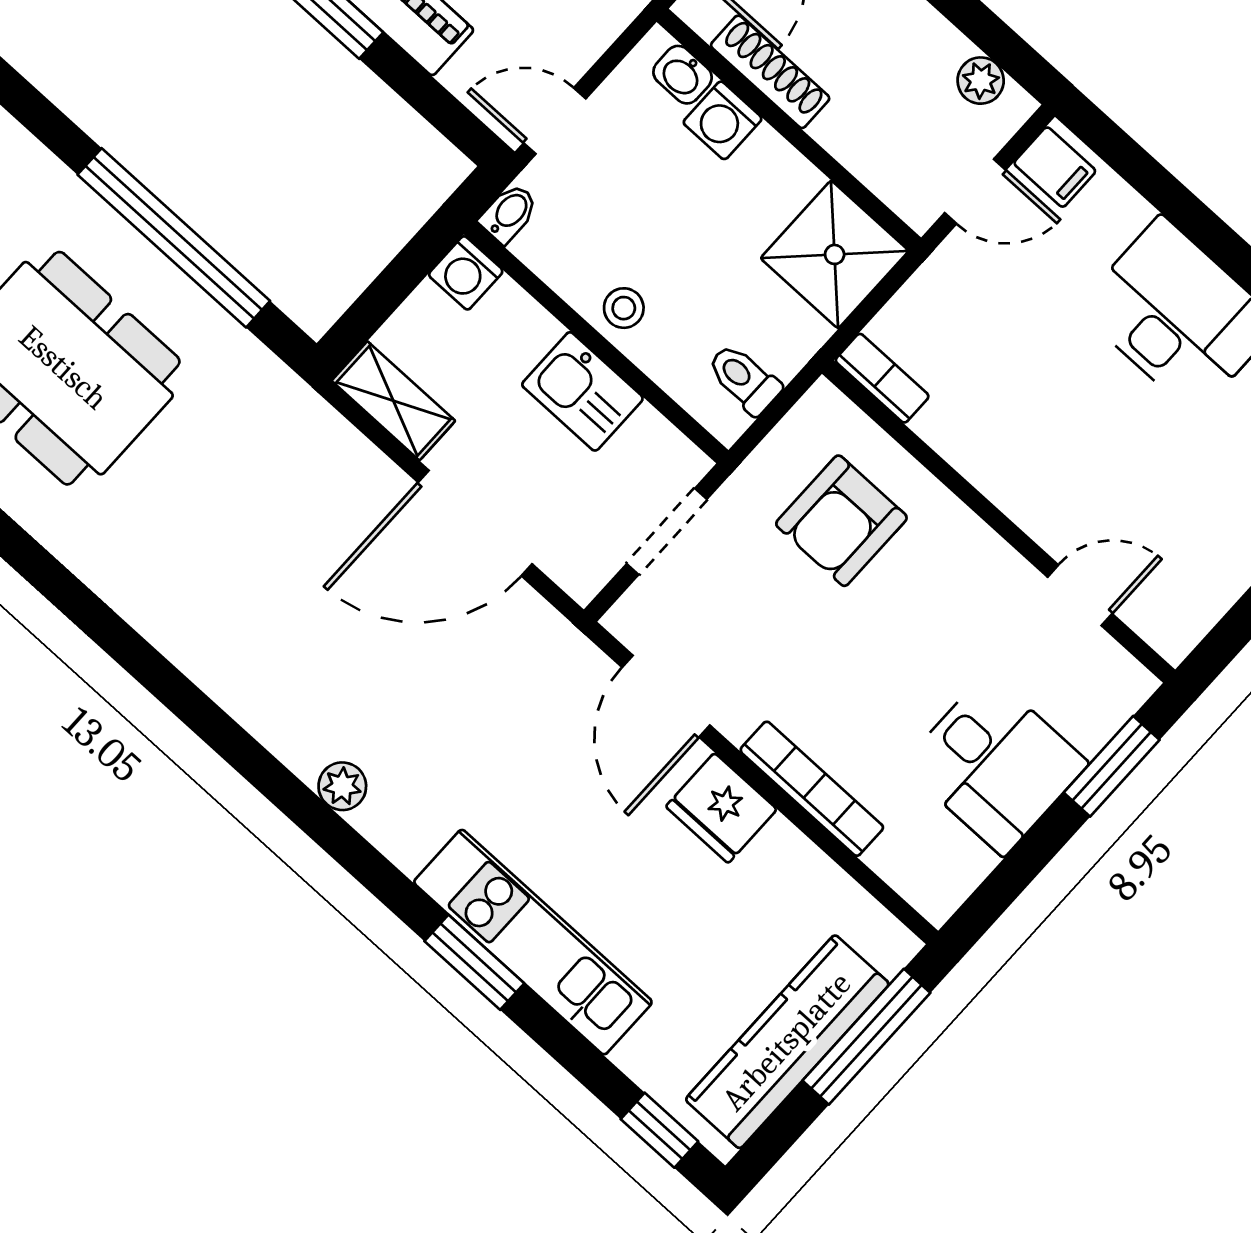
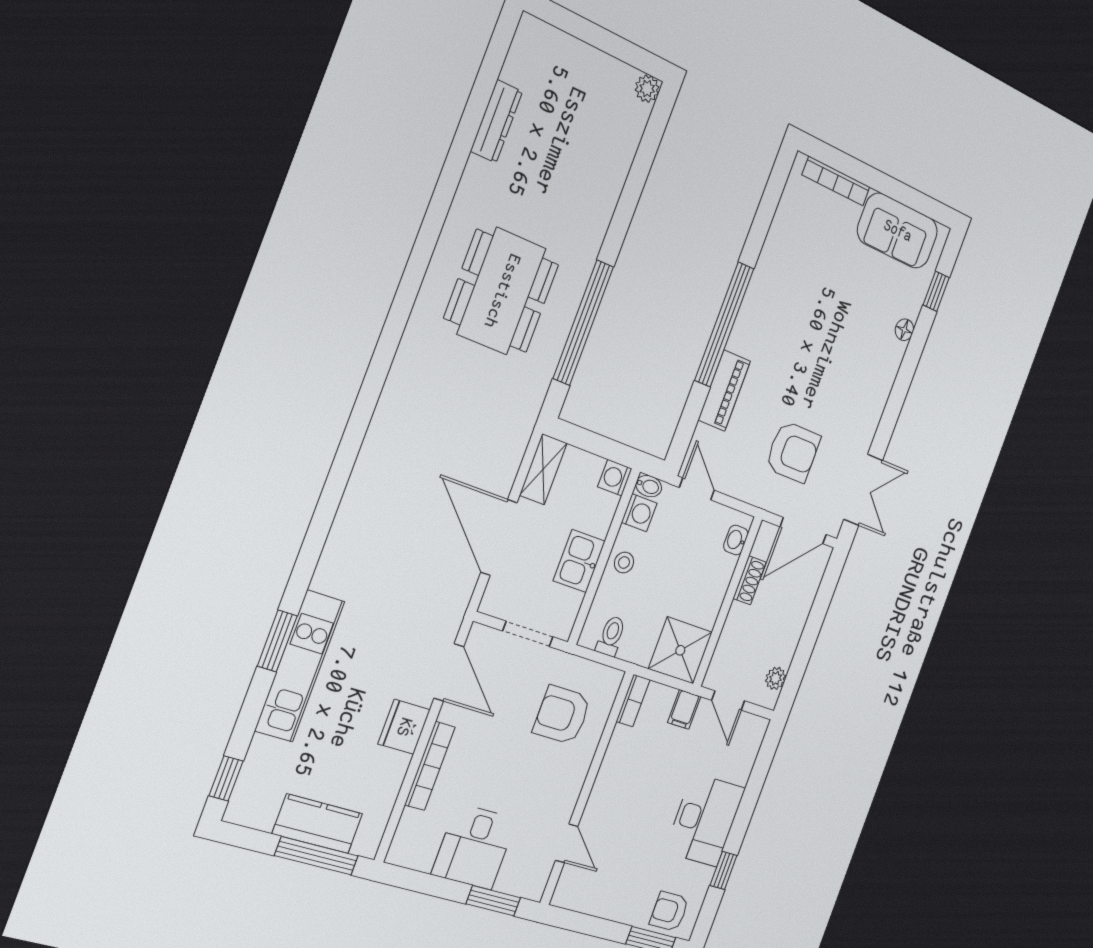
shoe rack: (770, 72) -> (750, 580), width x0.70
washing machine: (723, 120) -> (639, 513), moved, turned 180
filing cabinet: (1055, 167) -> (684, 709), moved
door: (666, 696) -> (449, 672), swing flipped
plant: (342, 786) -> (343, 530), removed
kitchen counter: (787, 1042) -> (318, 824), width x0.67

